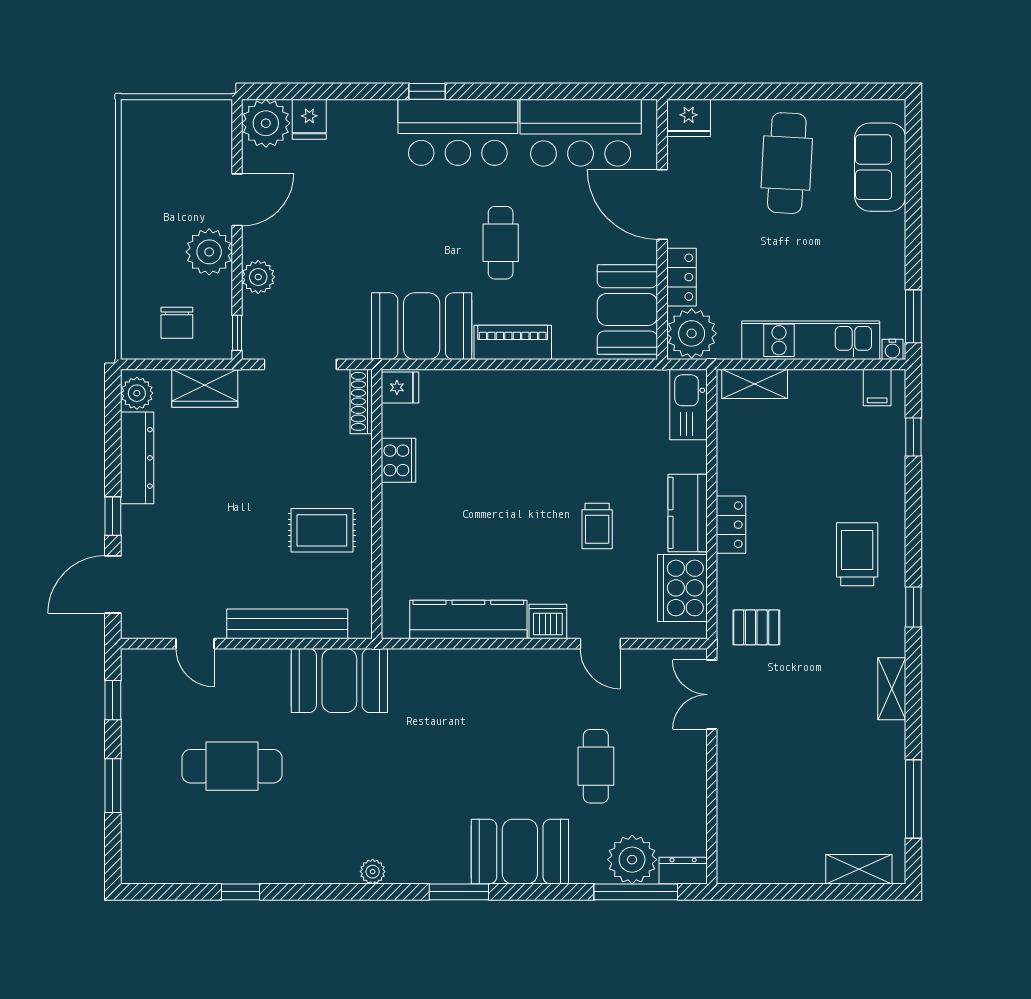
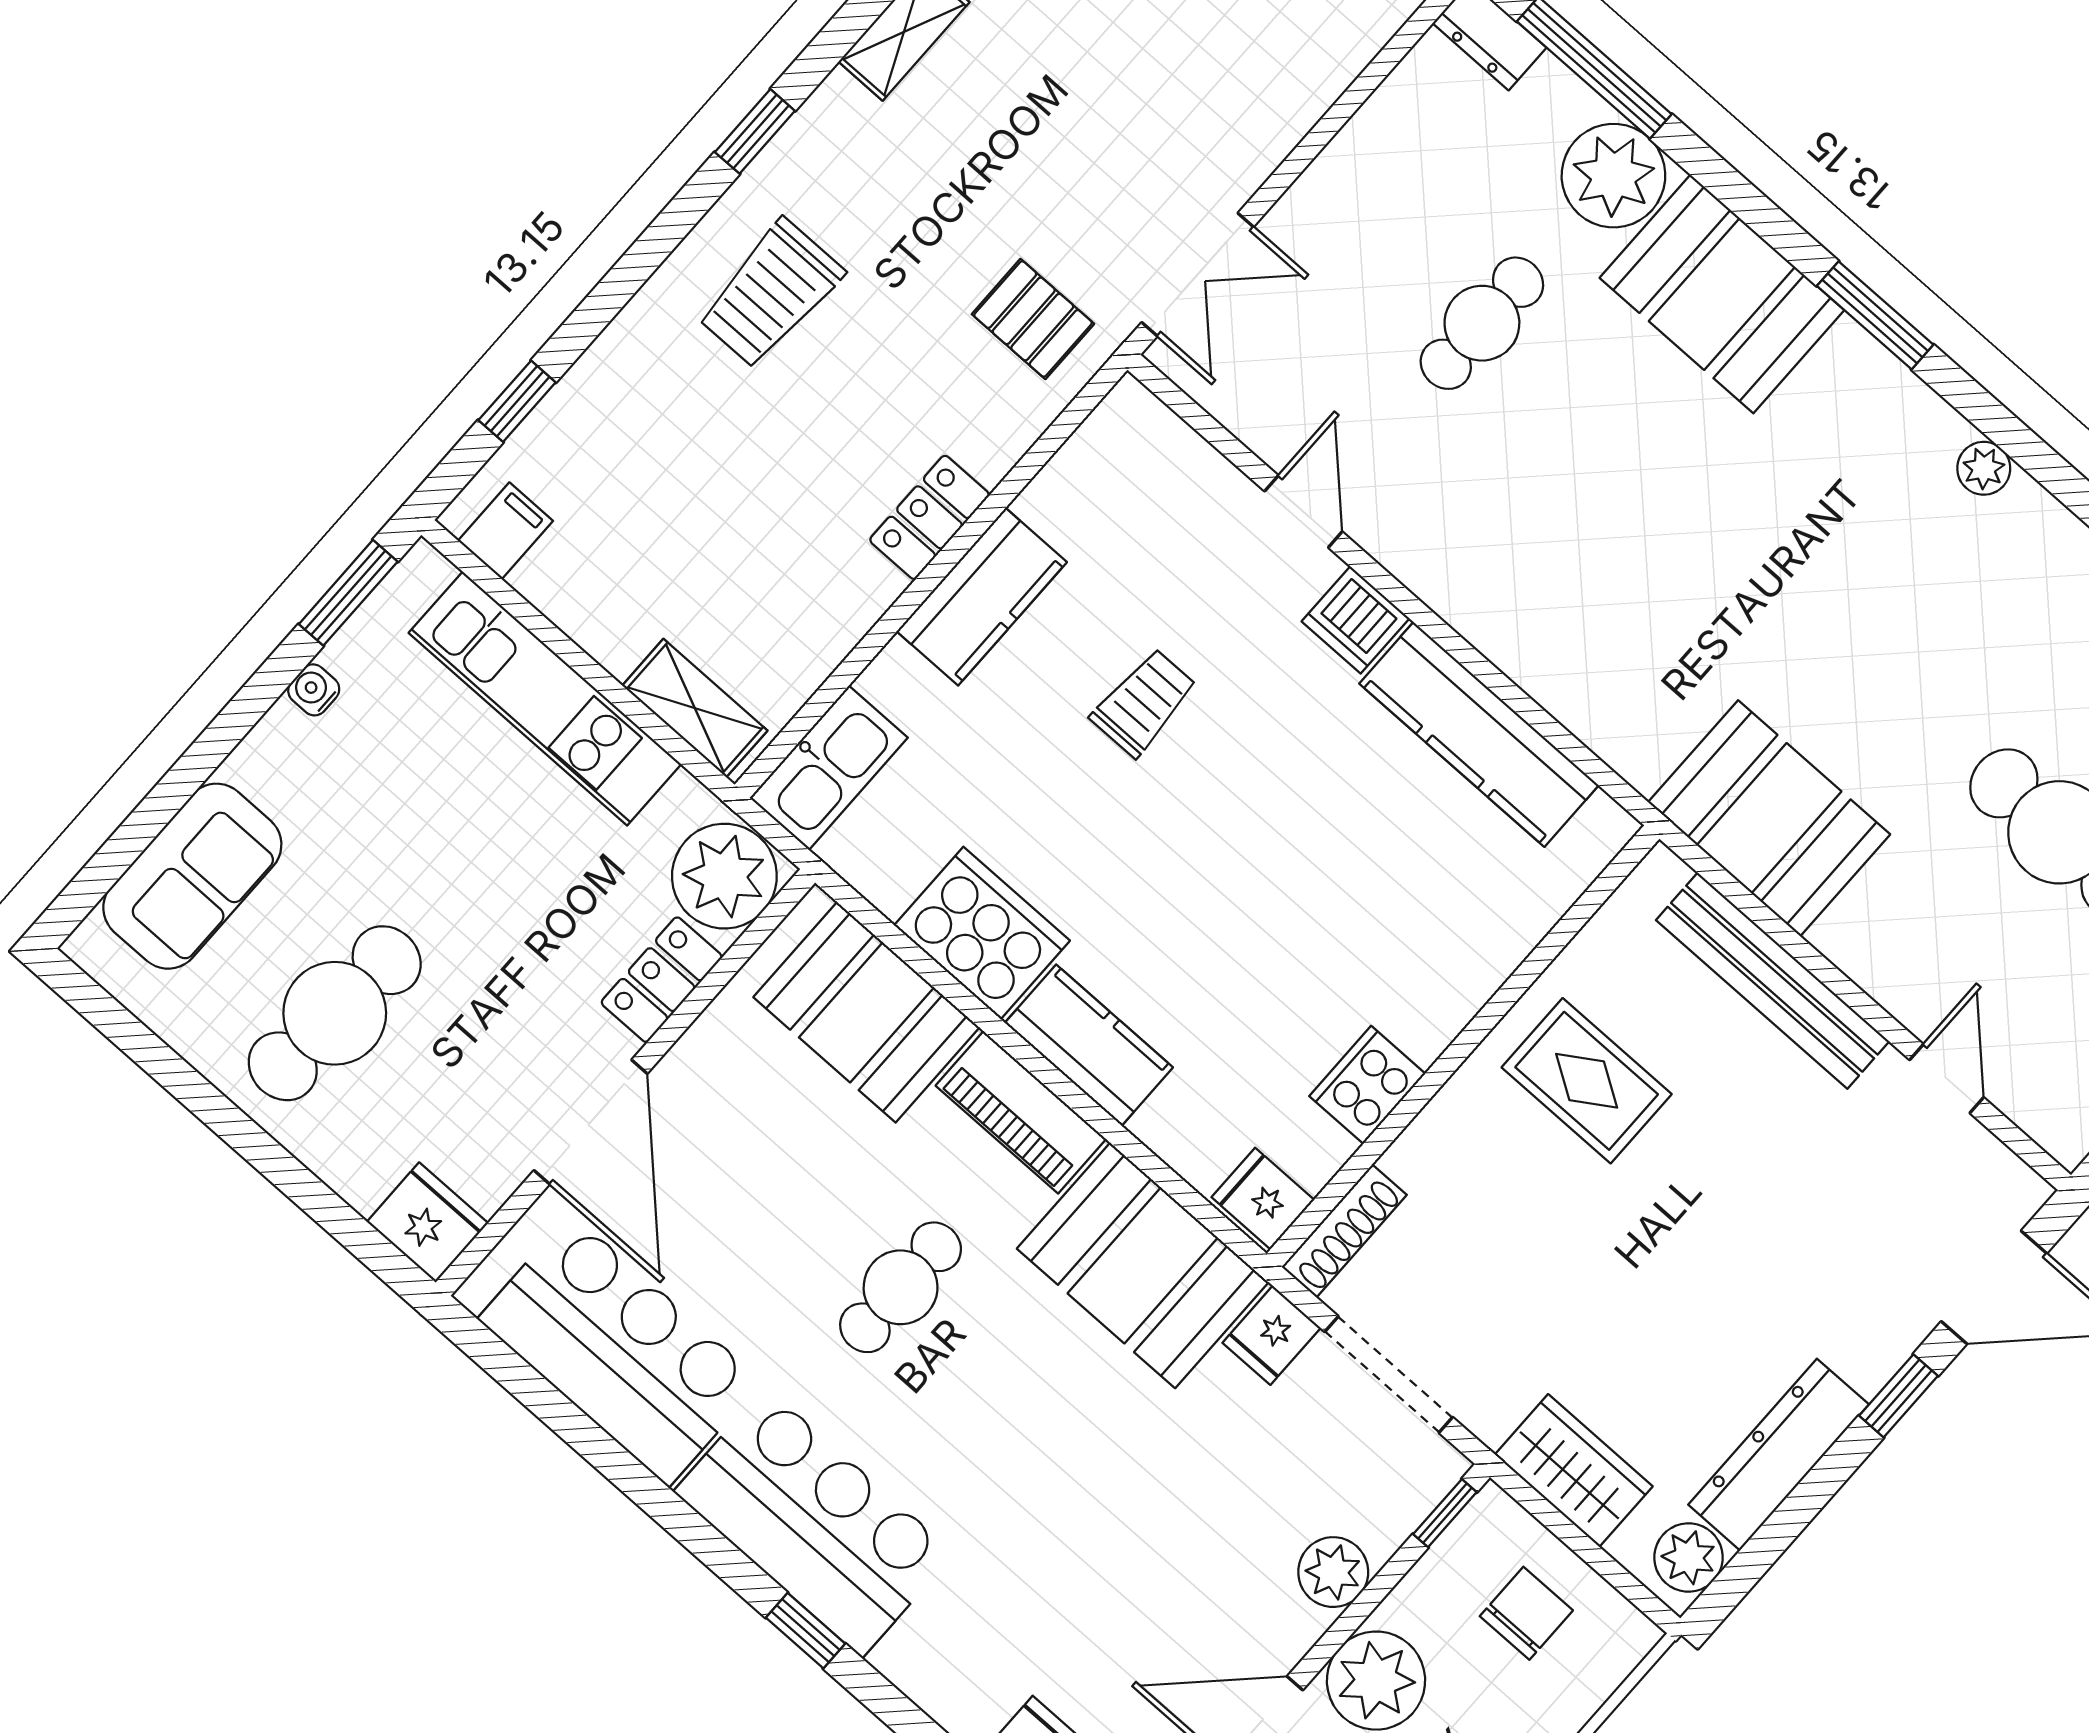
booth: (627, 309) -> (867, 1012), moved, turned 90
fridge: (354, 342) -> (1272, 1335), added
water cooler: (892, 349) -> (314, 690), moved, turned -90
kitchen counter: (510, 387) -> (1089, 1045), added
cooker: (682, 588) -> (982, 933), moved, turned -90
plant: (632, 860) -> (1613, 176), moved

